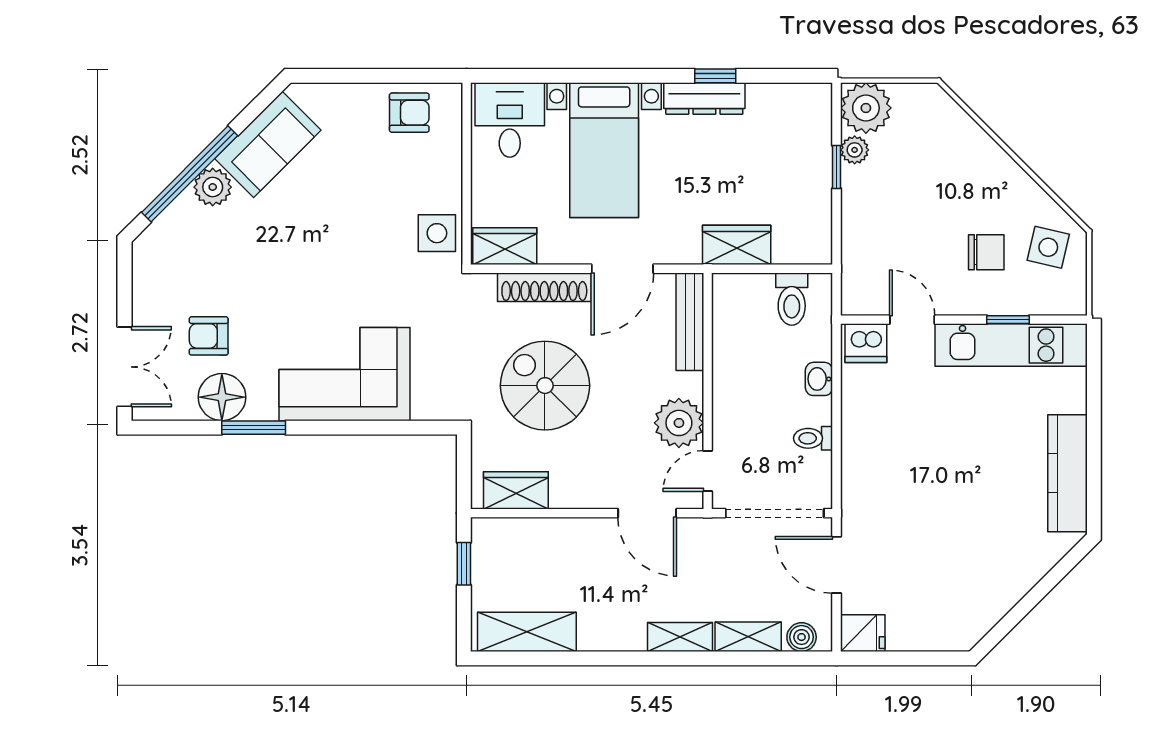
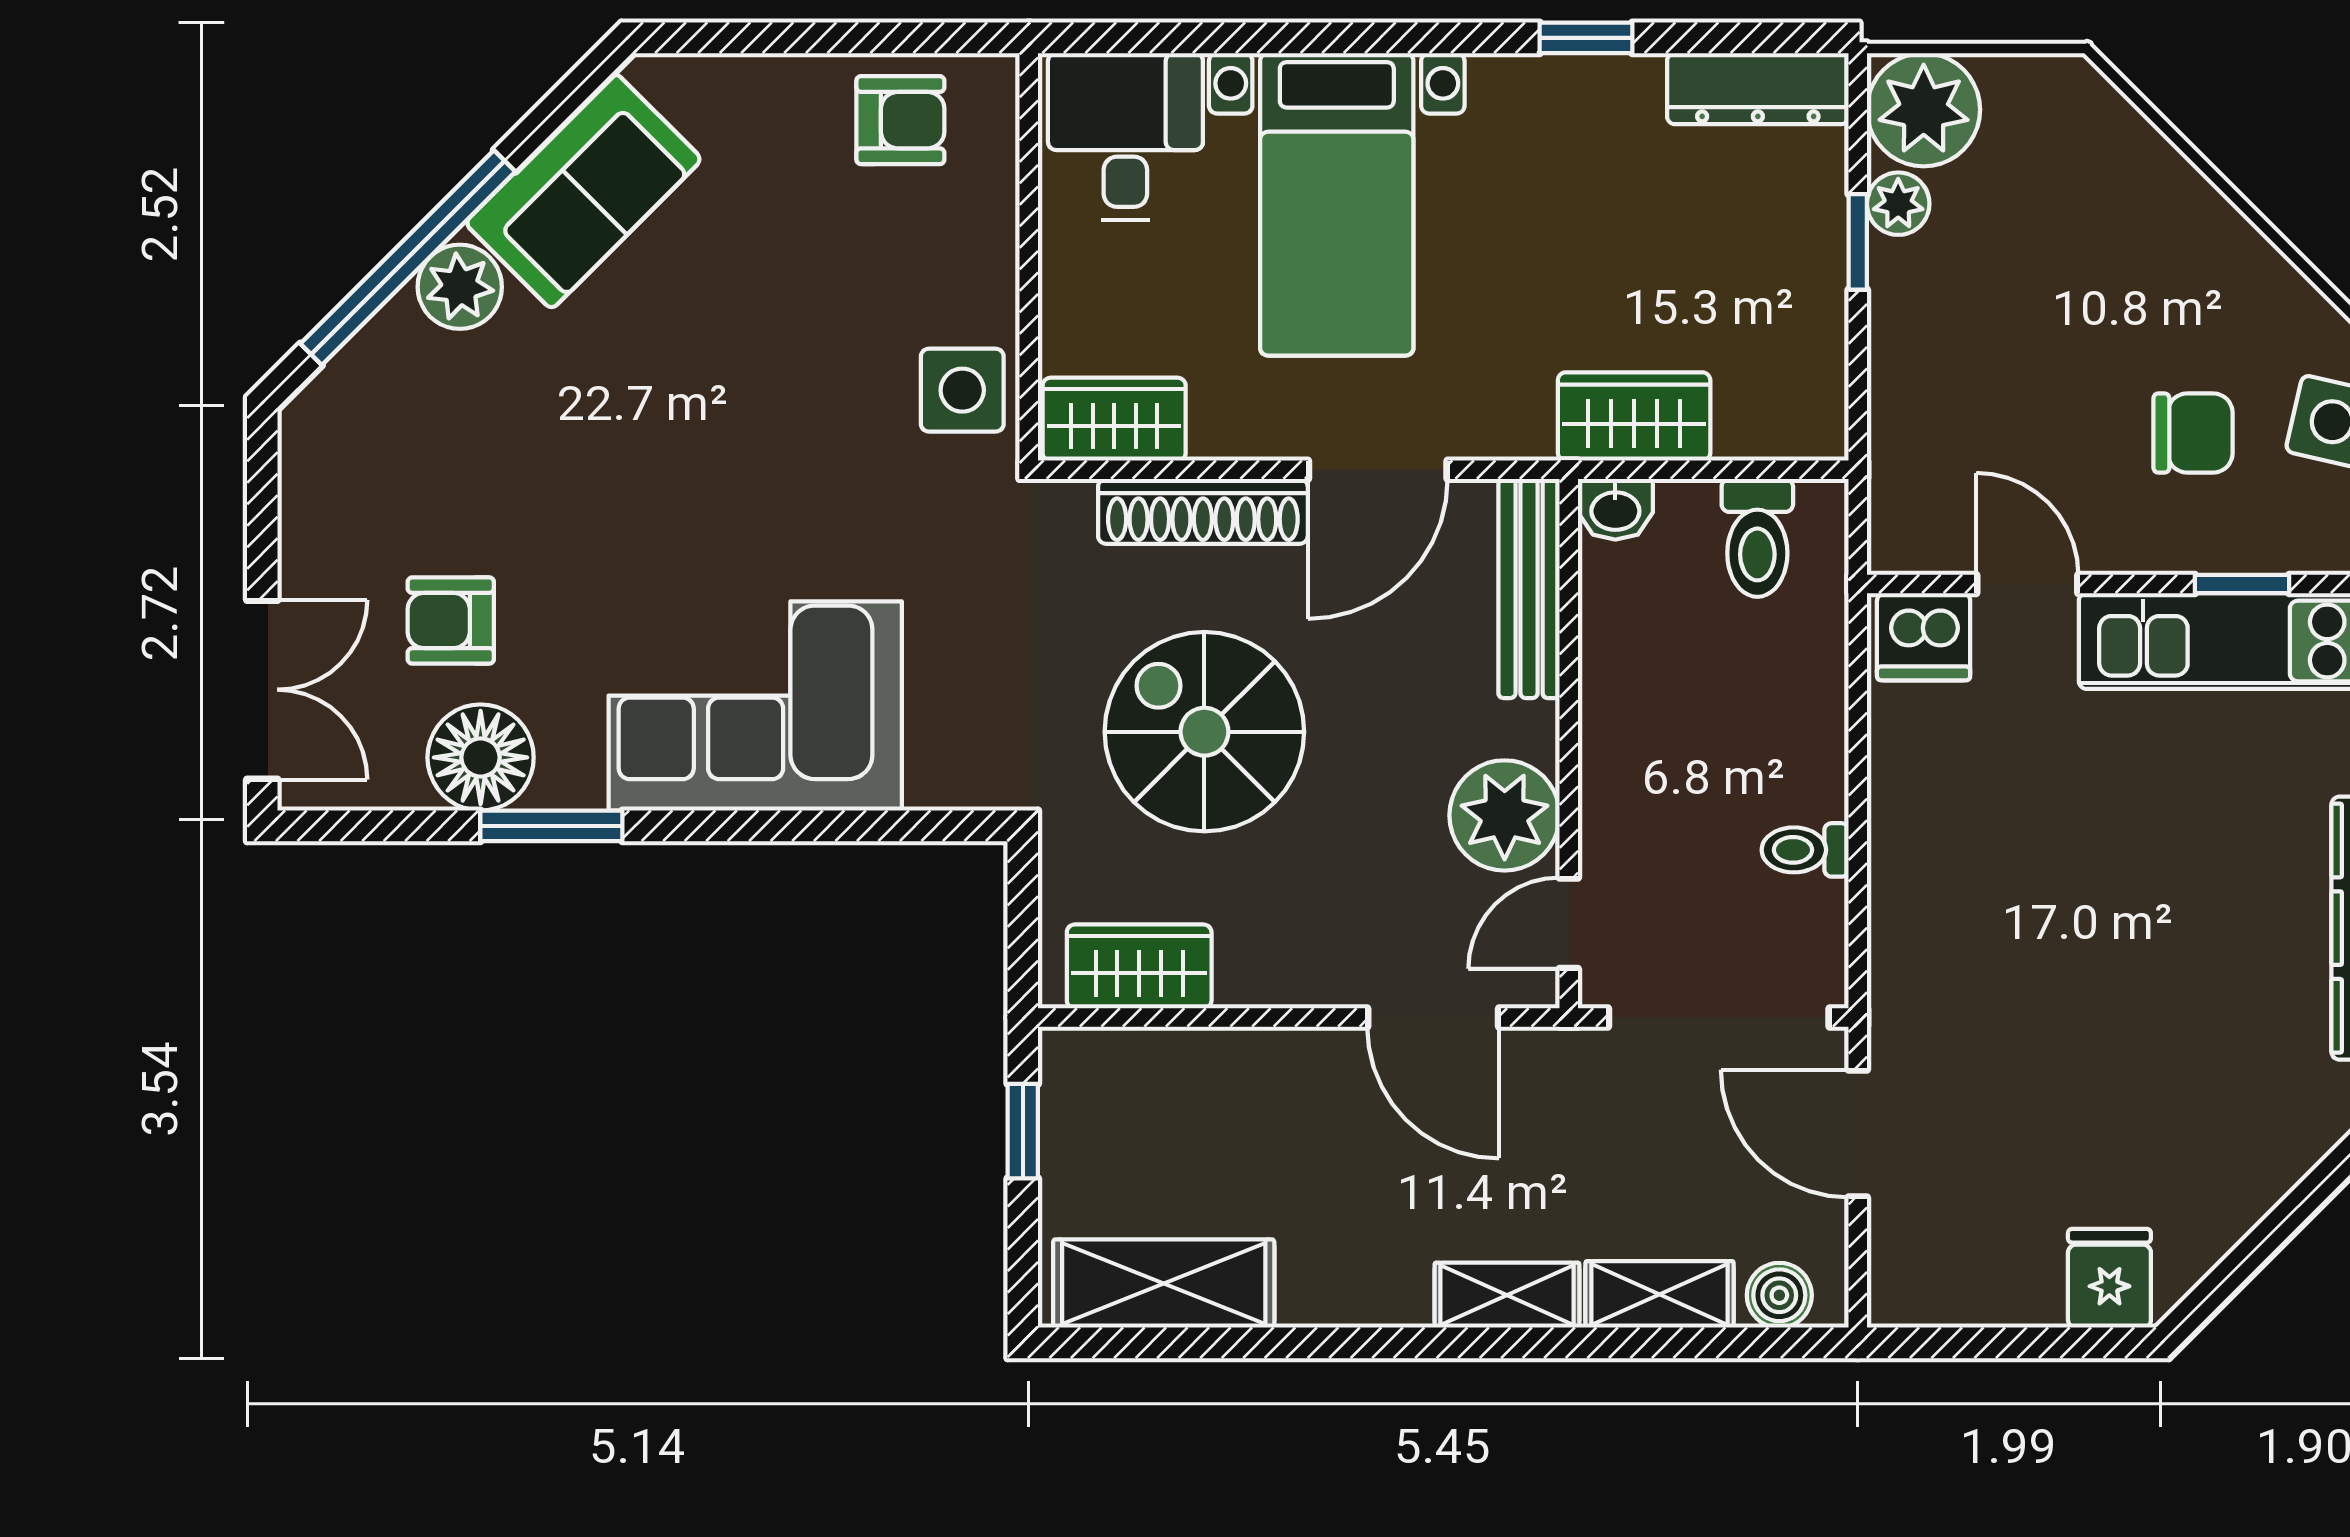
dresser: (704, 99) -> (1758, 89), moved
washbasin: (819, 379) -> (1615, 509), moved, turned -90
fridge: (863, 633) -> (2109, 1278), moved, turned -90

